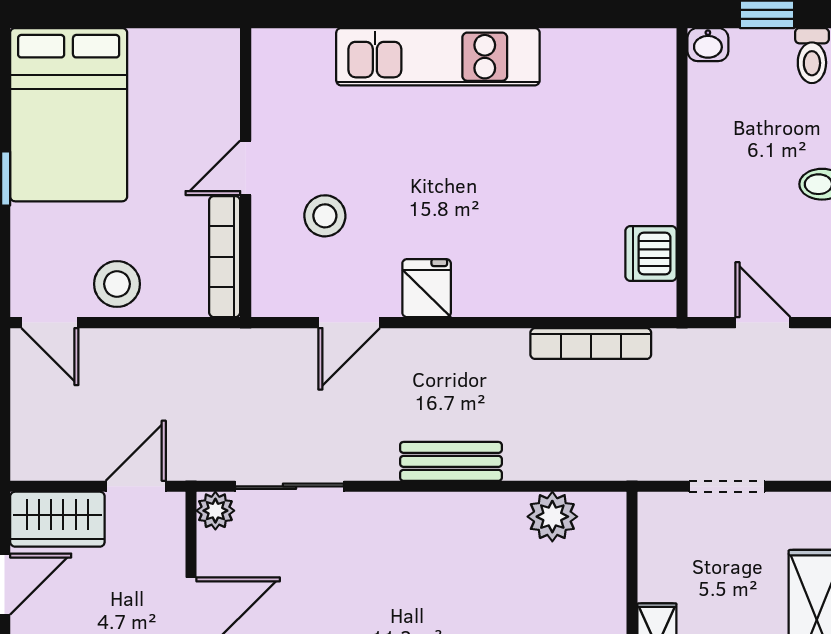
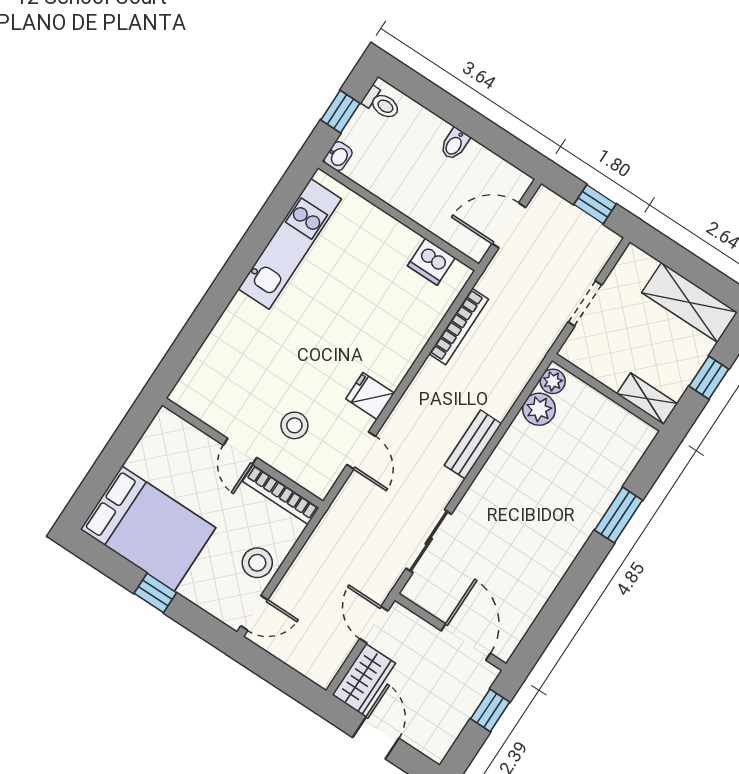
kitchen unit: (438, 57) -> (290, 244), moved
door: (763, 323) -> (509, 225), width x1.37
plant: (215, 511) -> (553, 381), moved

